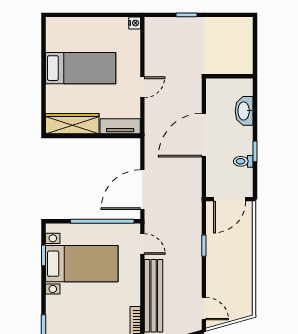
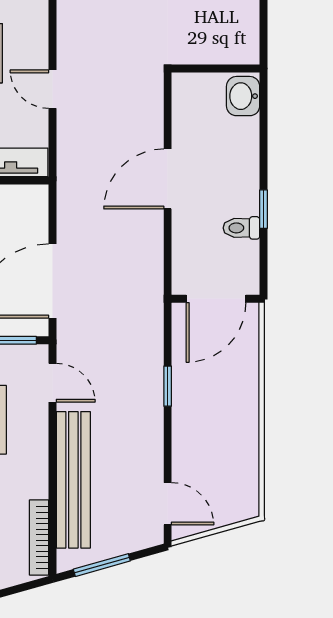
door: (142, 87) -> (53, 89), swing flipped
washbasin: (244, 111) -> (243, 96), moved, width x0.72
door: (204, 135) -> (168, 179), width x0.73

